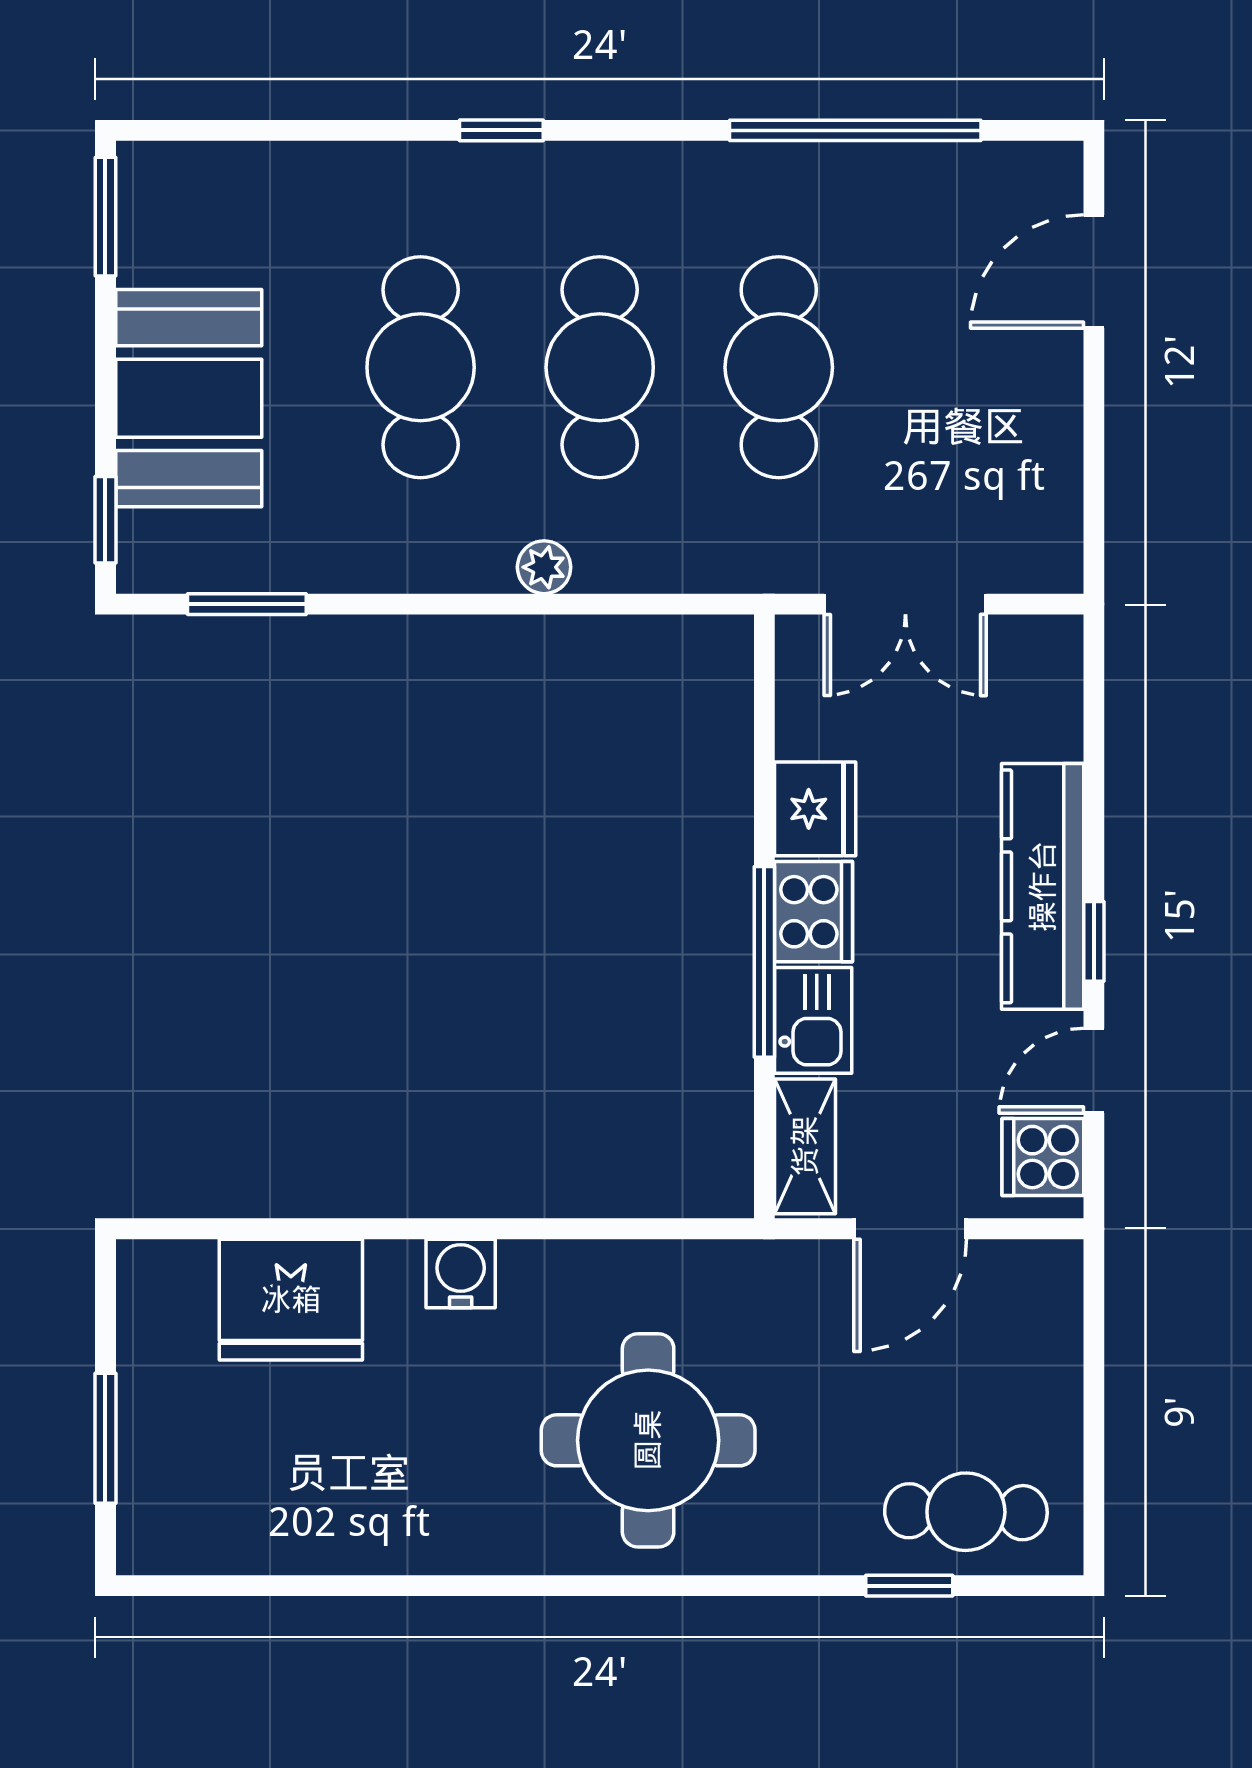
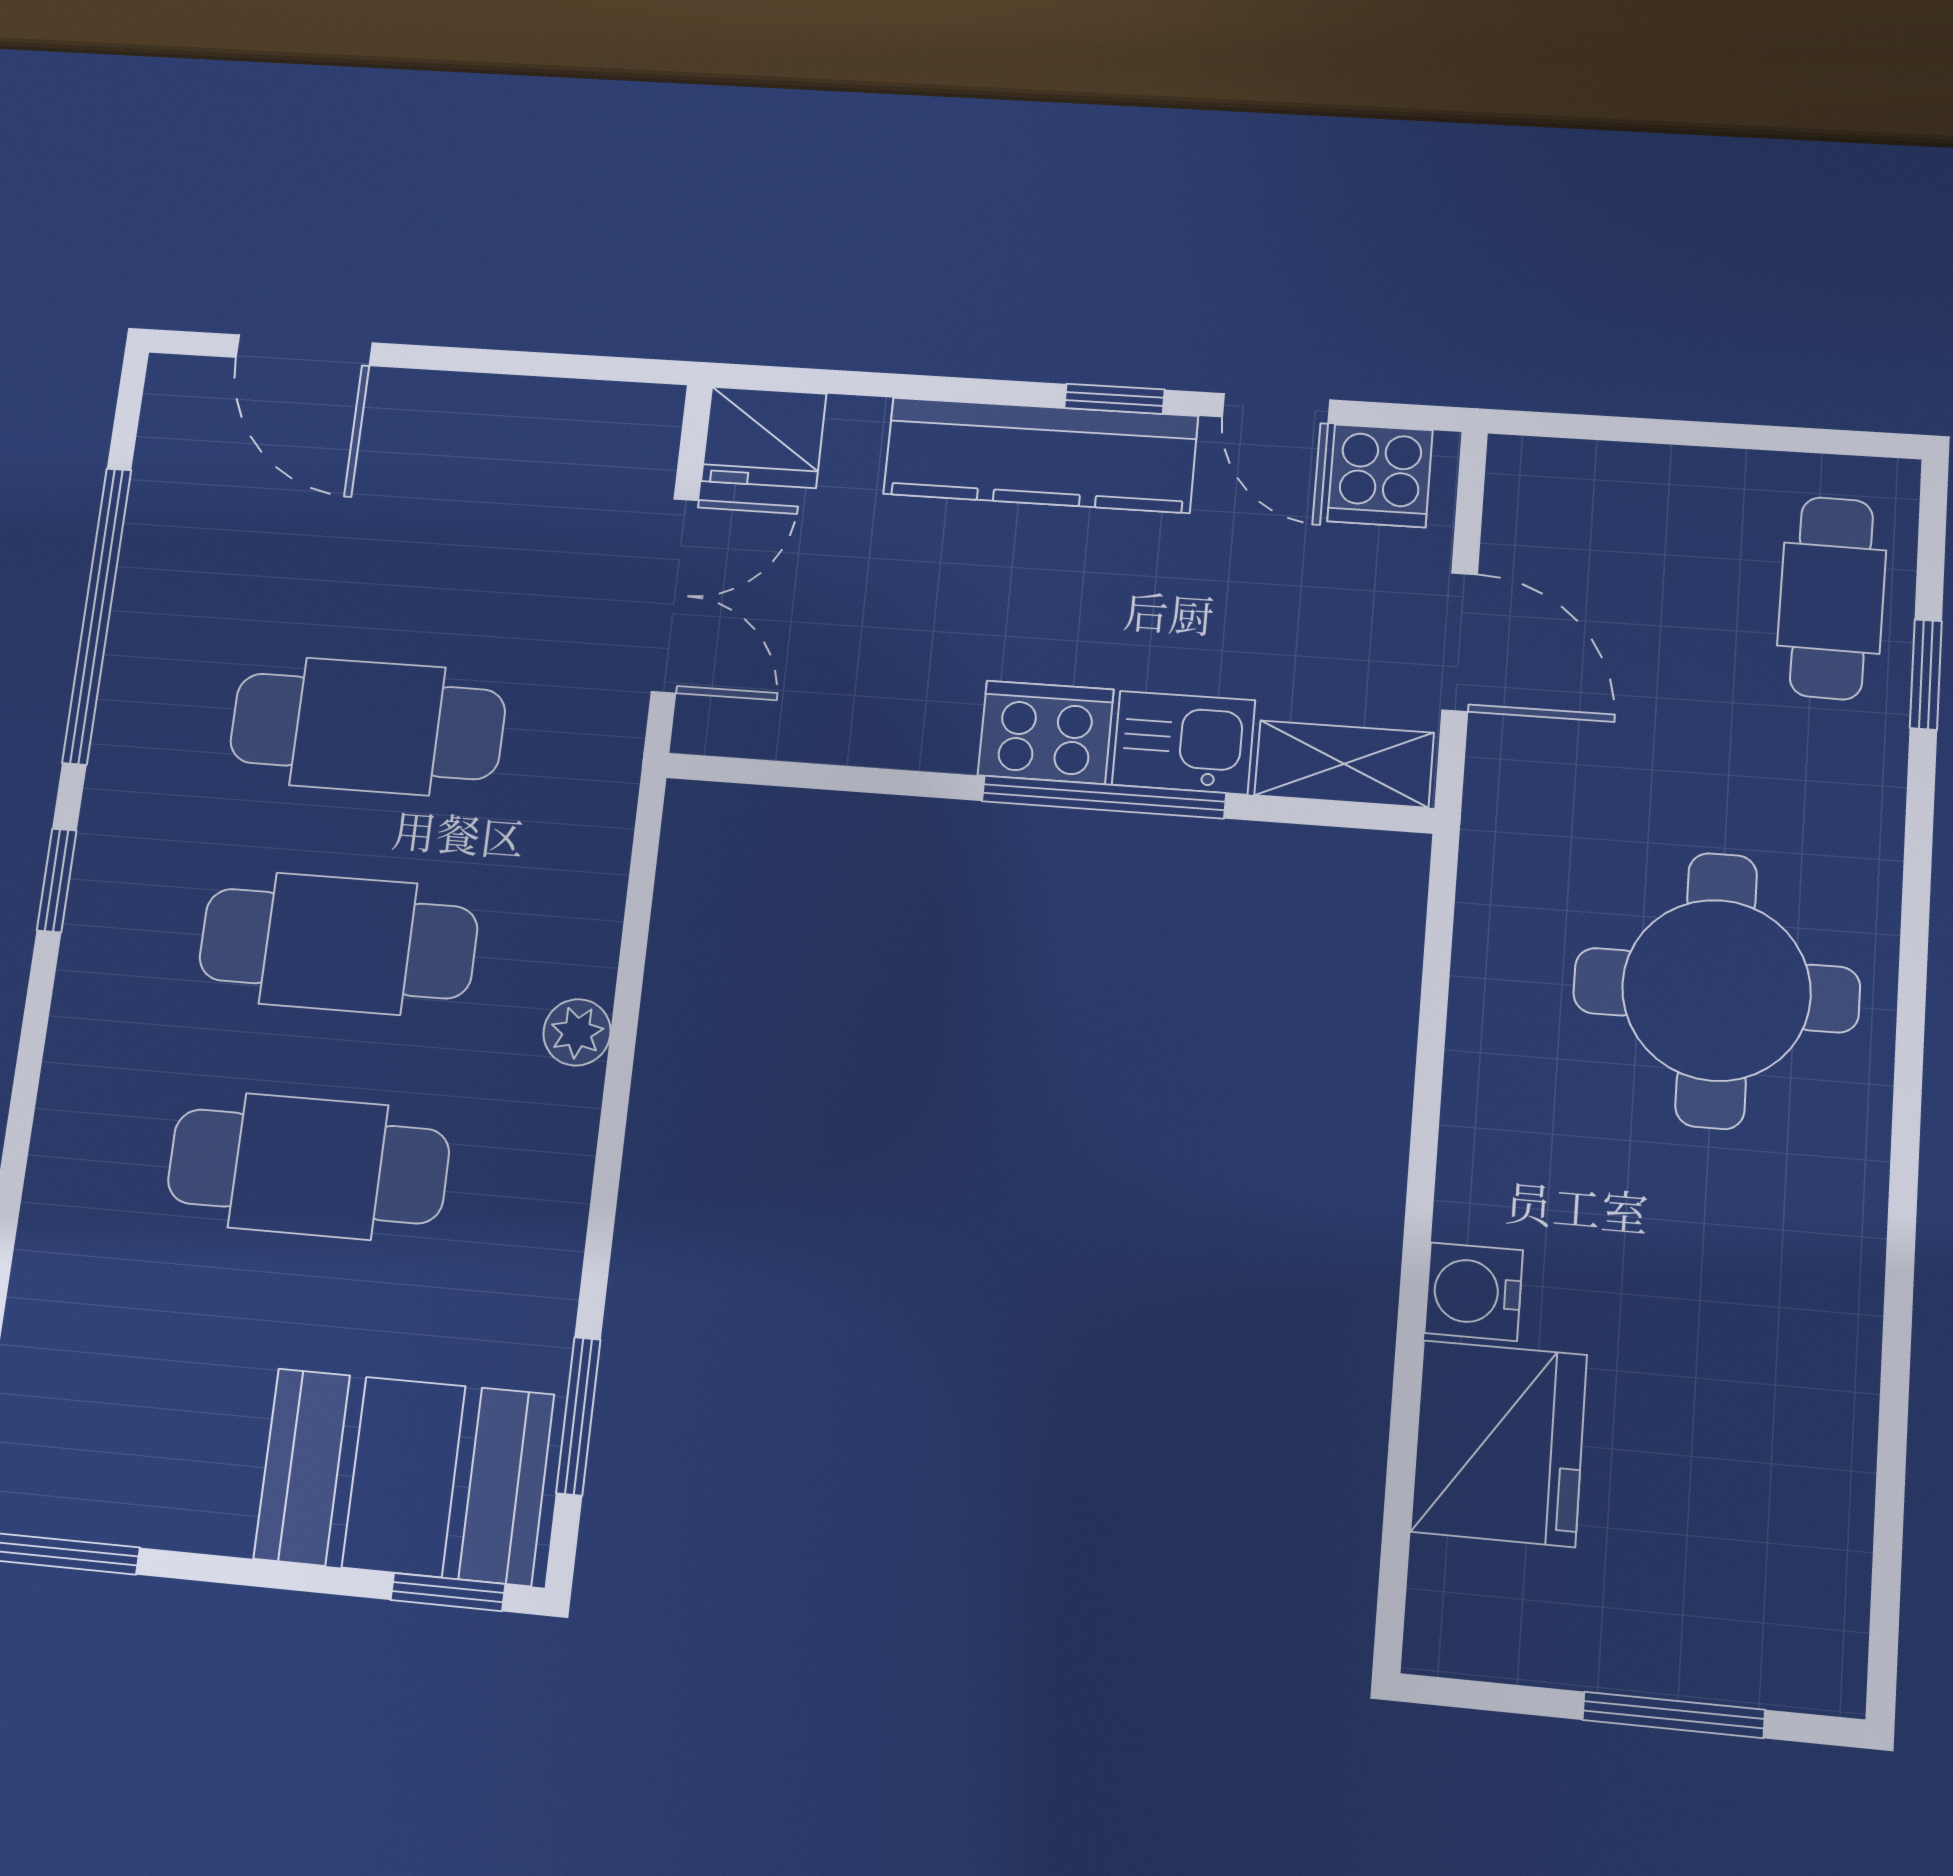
window: (501, 130) -> (57, 880), moved
booth: (189, 398) -> (404, 1477), moved
fridge: (815, 809) -> (764, 437), moved, turned 180
water cooler: (461, 1273) -> (1474, 1292), moved

